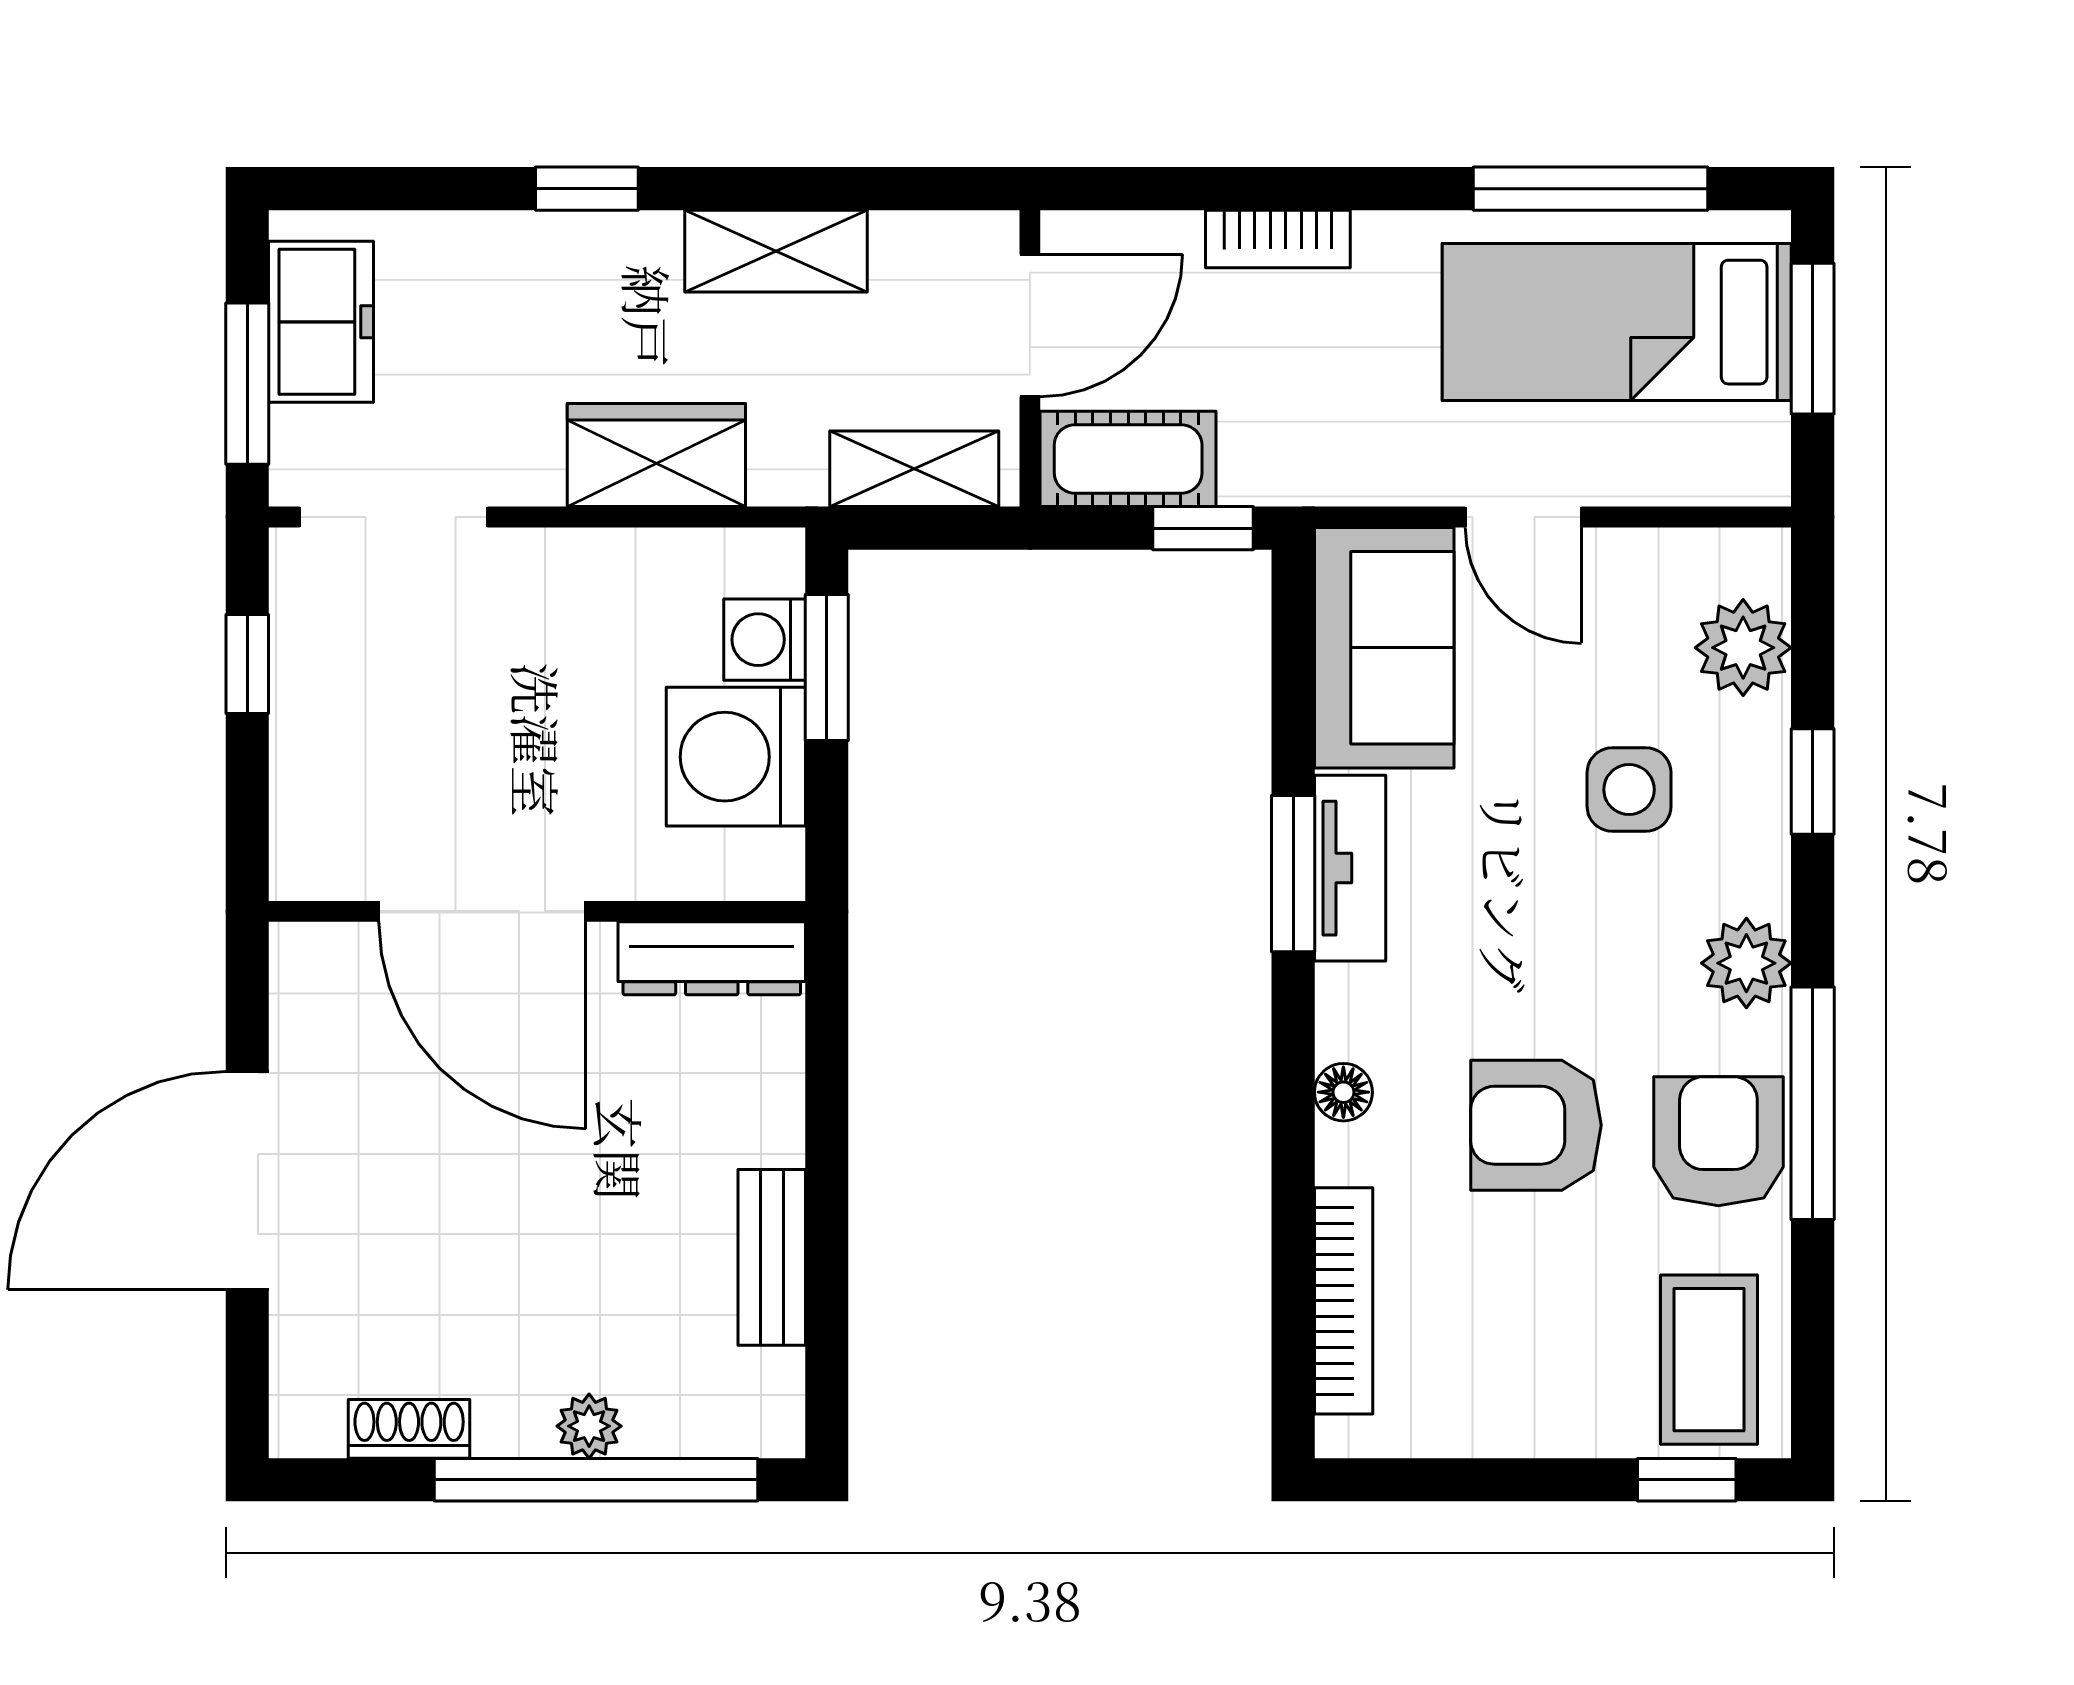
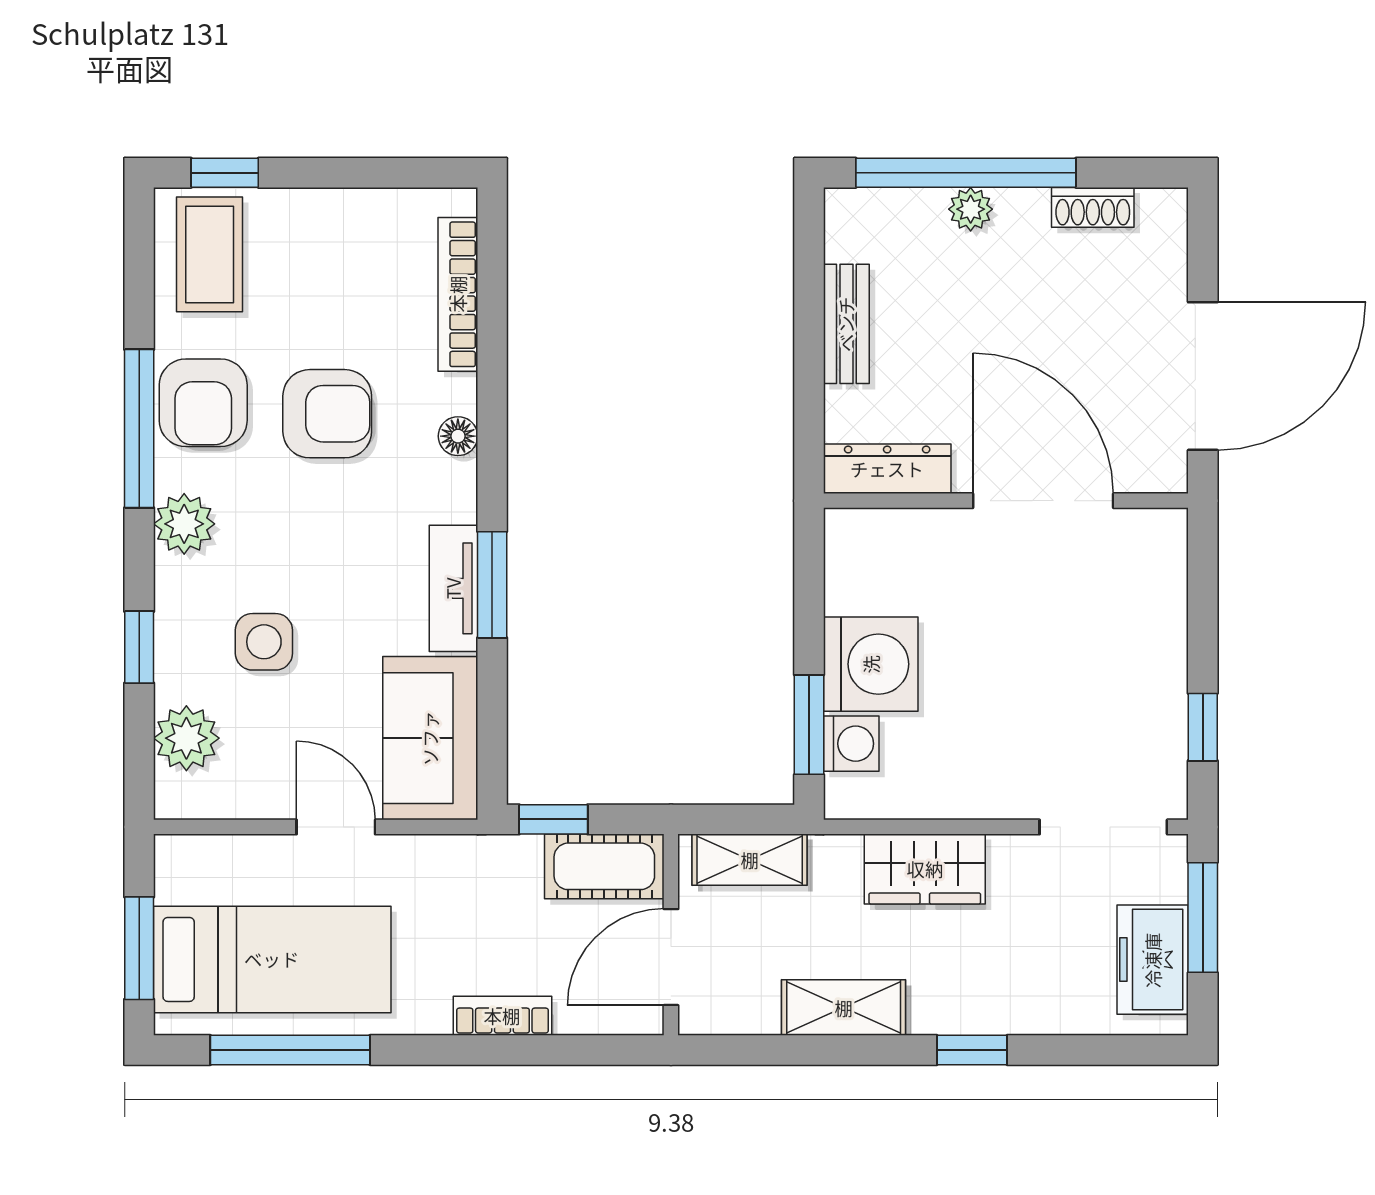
door: (482, 911) -> (1043, 501), moved
wall: (537, 911) -> (1006, 501), moved
dresser: (712, 958) -> (887, 469), moved

